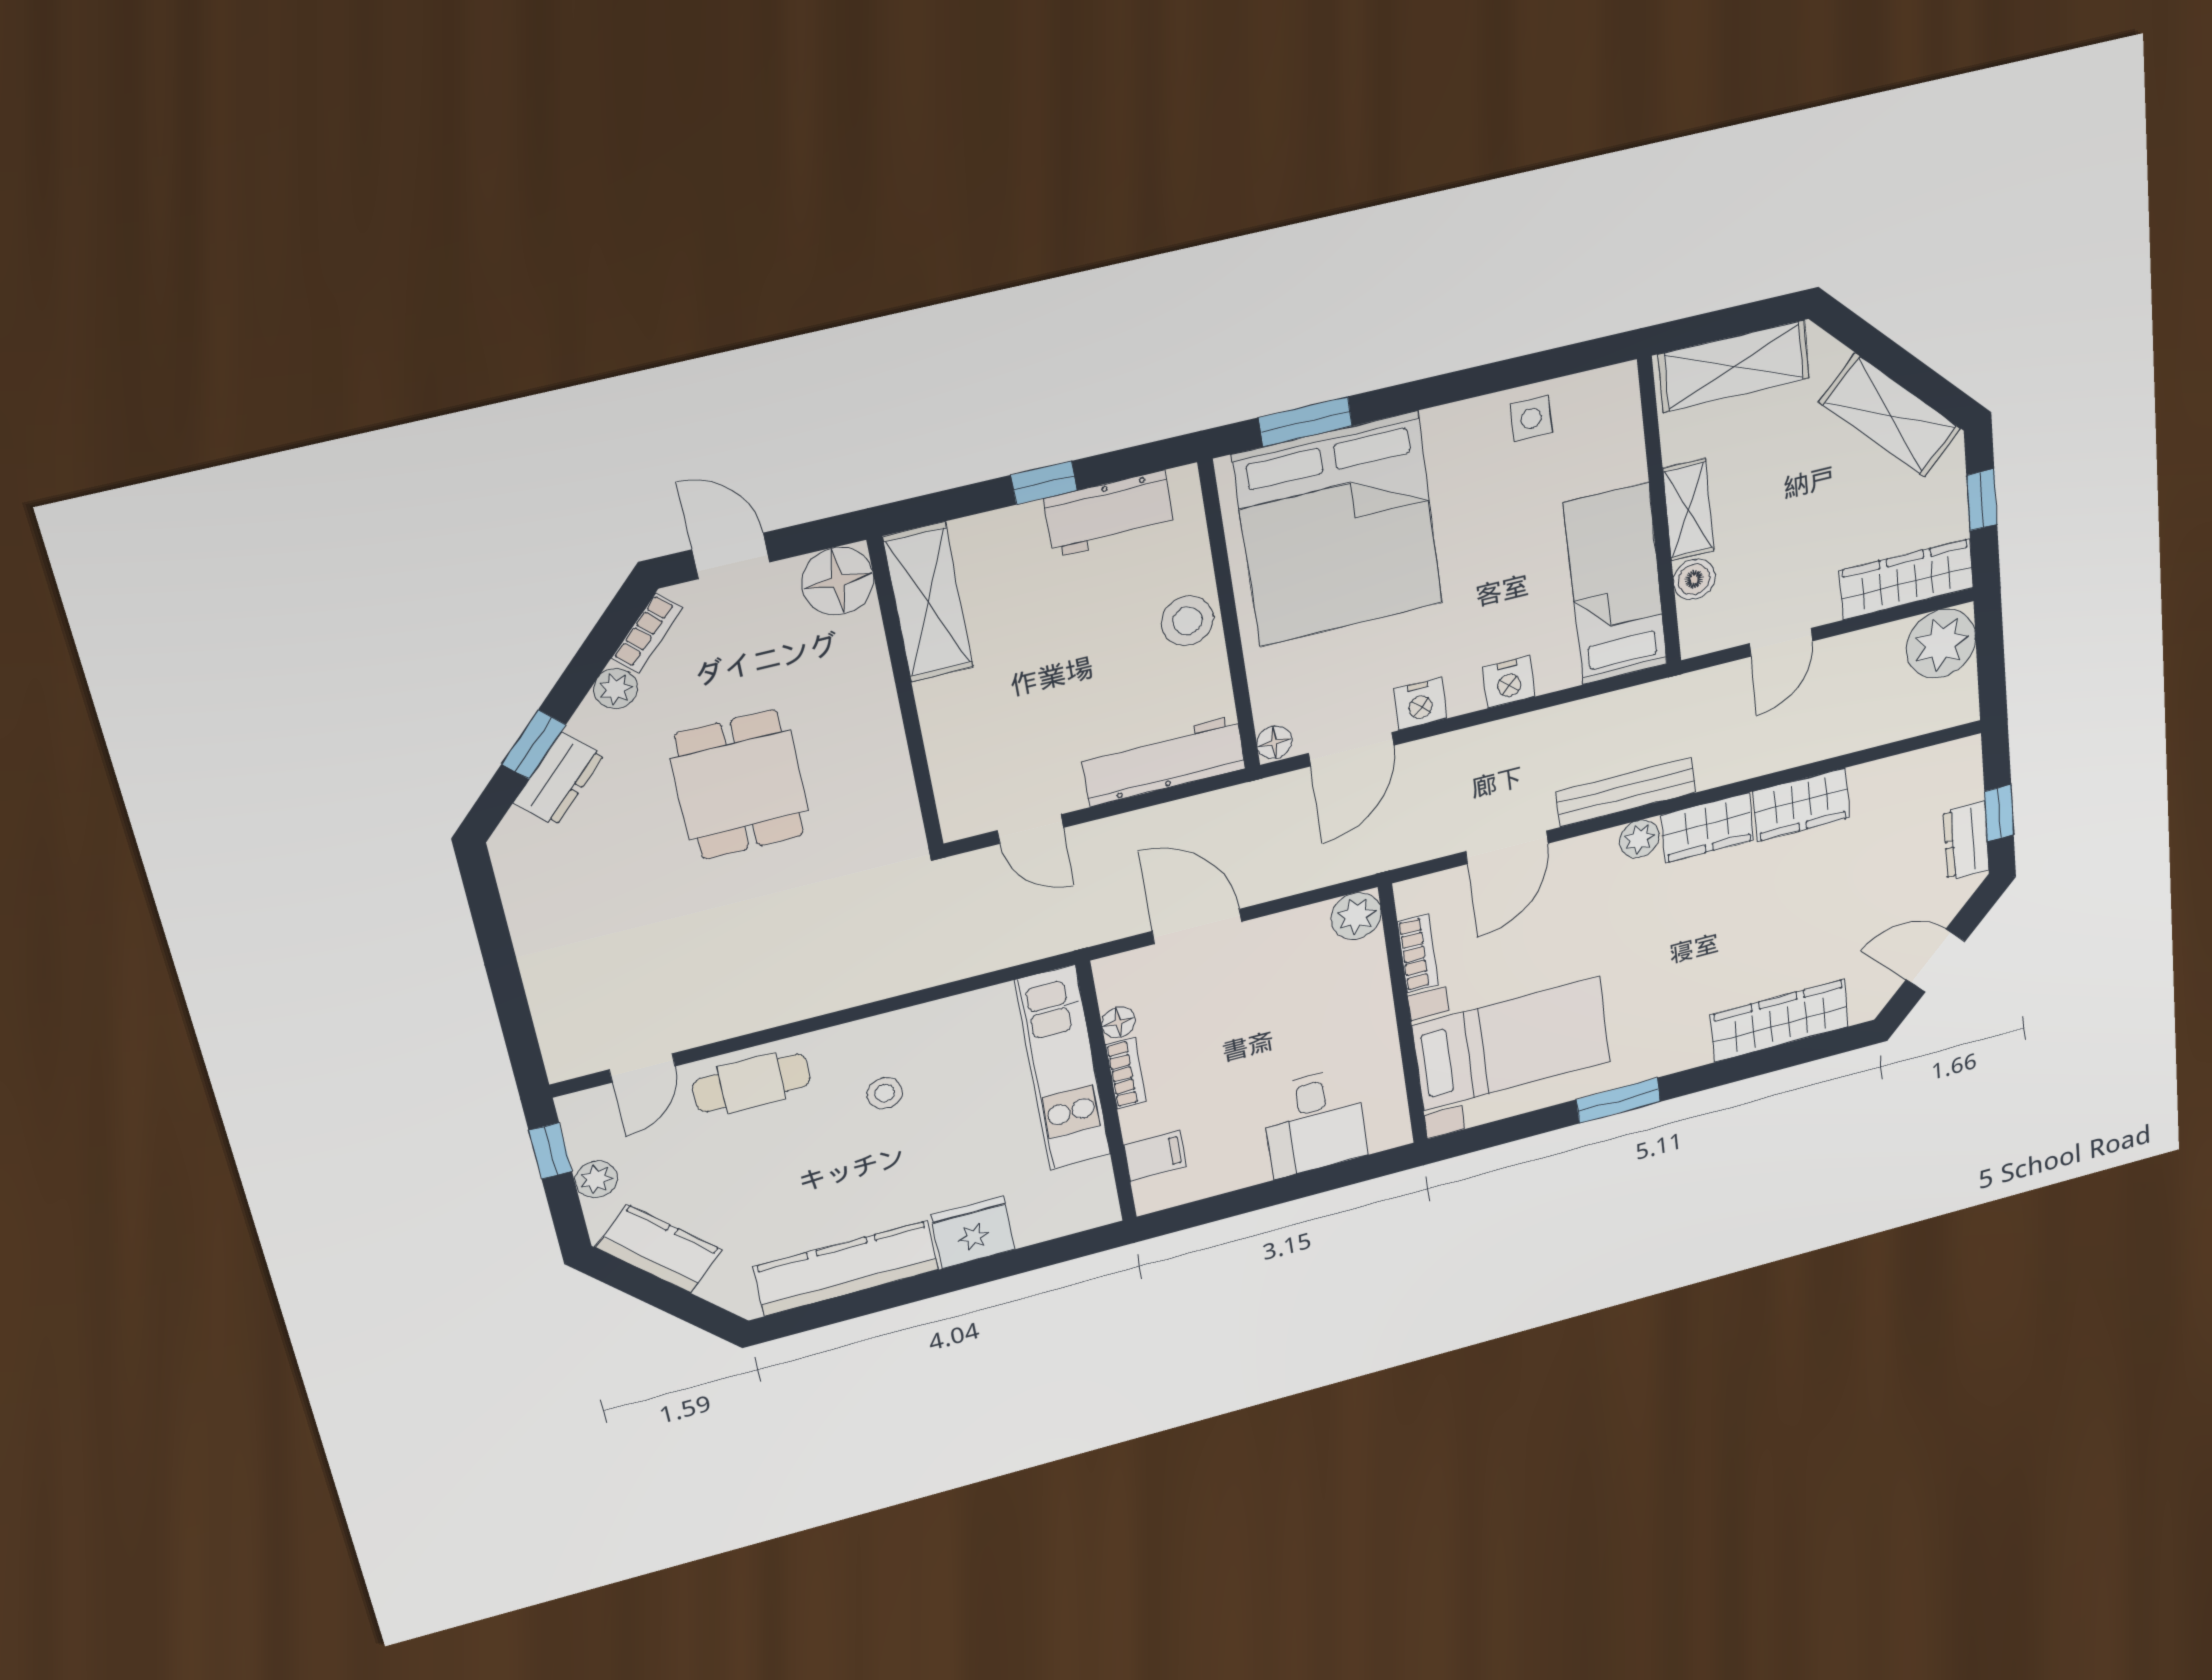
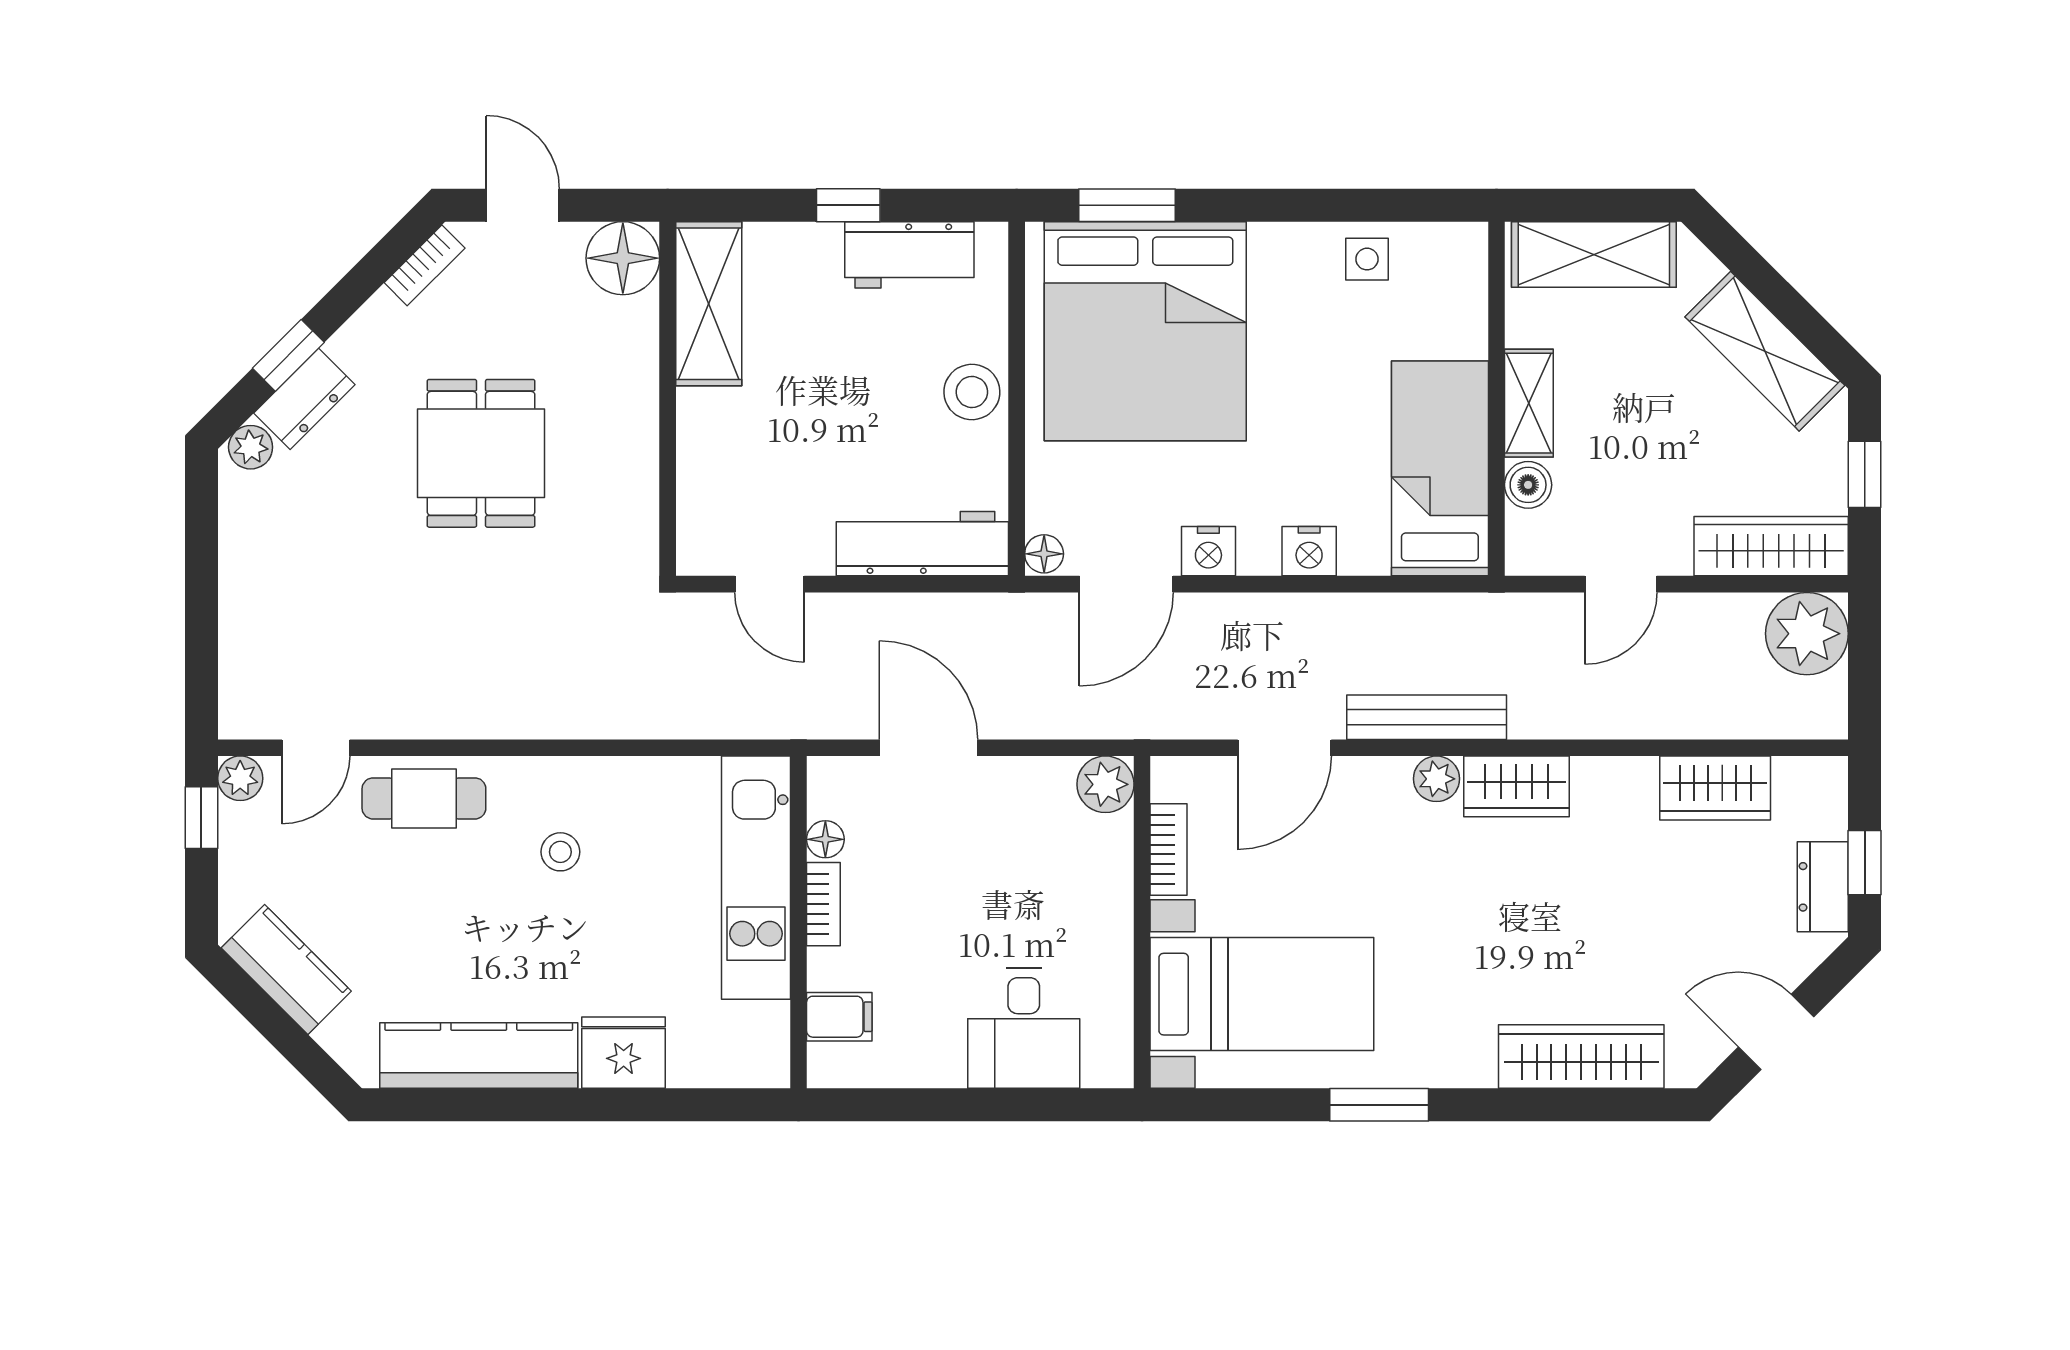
plant: (616, 689) -> (251, 447), moved
wardrobe: (1801, 805) -> (1715, 788), moved
plant: (596, 1179) -> (240, 778), moved

